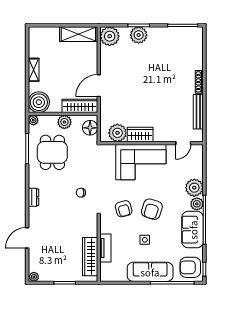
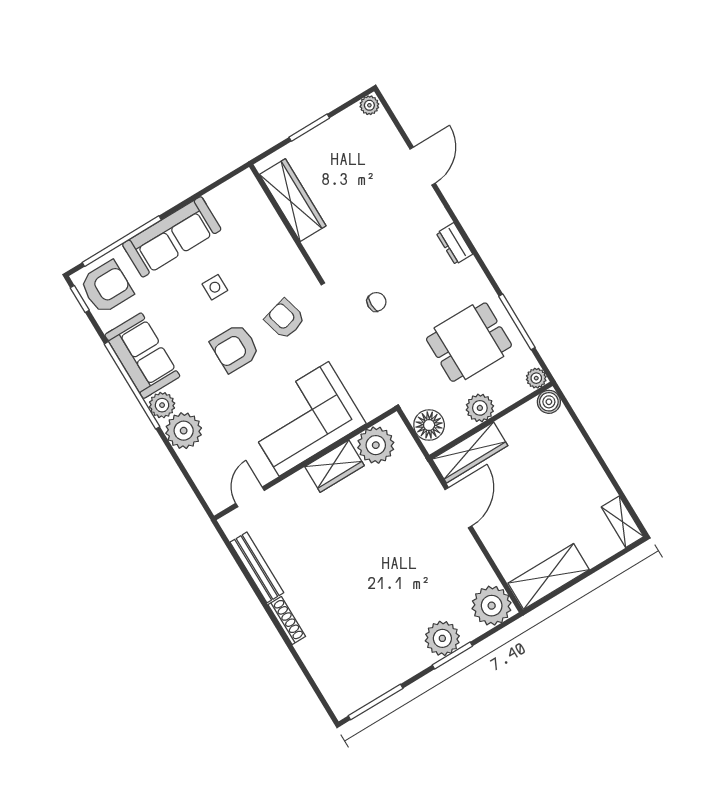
shelving: (34, 70) -> (623, 522), moved
boiler: (39, 102) -> (549, 402), width x0.54, depth x0.54
dining table: (52, 152) -> (469, 342), turned 90
armchair: (152, 209) -> (235, 348), turned -108
tv unit: (105, 248) -> (275, 231), removed

